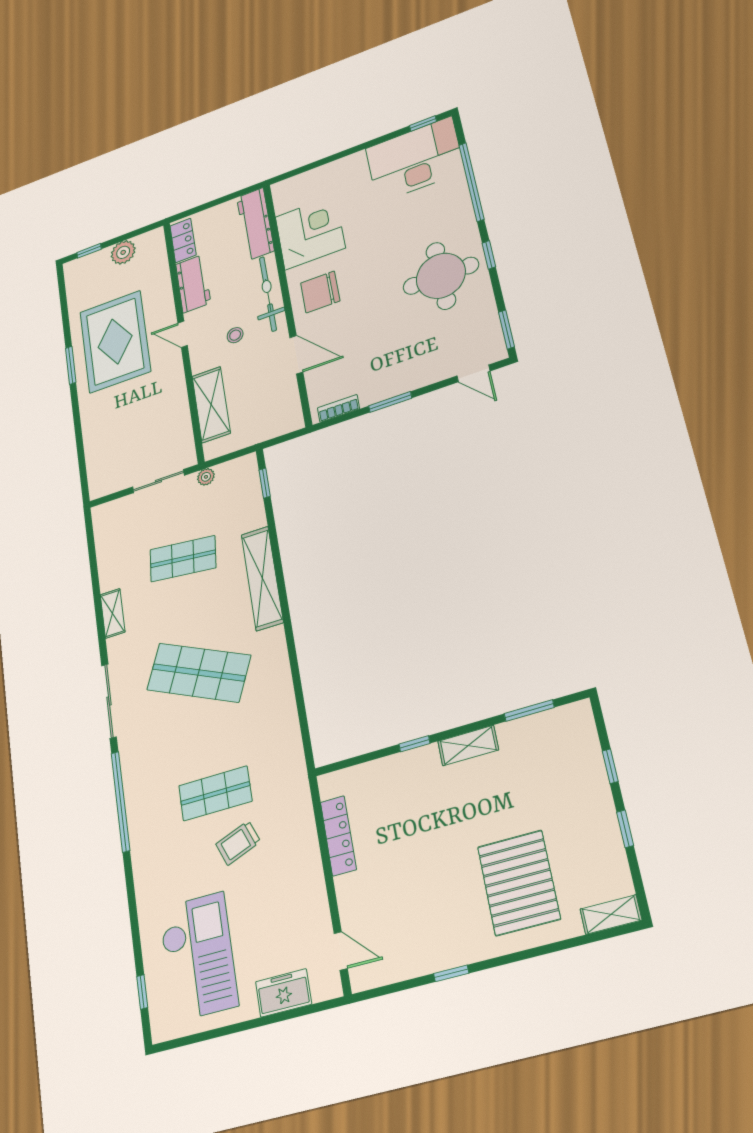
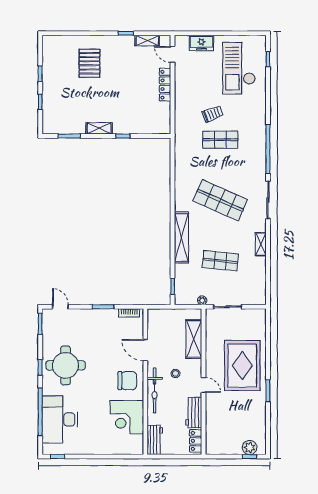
desk: (415, 160) -> (60, 420), moved, turned 90
workbench: (255, 224) -> (155, 440), width x0.73
plant: (123, 252) -> (250, 447), moved
rug: (115, 342) -> (242, 366), moved
locker: (338, 836) -> (165, 85), moved
pallet: (519, 883) -> (89, 63), width x0.73, depth x0.71
shelving: (611, 915) -> (147, 41), moved

